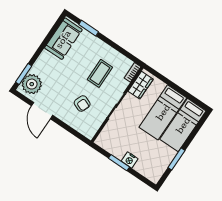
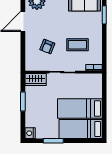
wardrobe: (141, 85) -> (36, 79), moved
nightstand: (130, 160) -> (30, 133), moved

